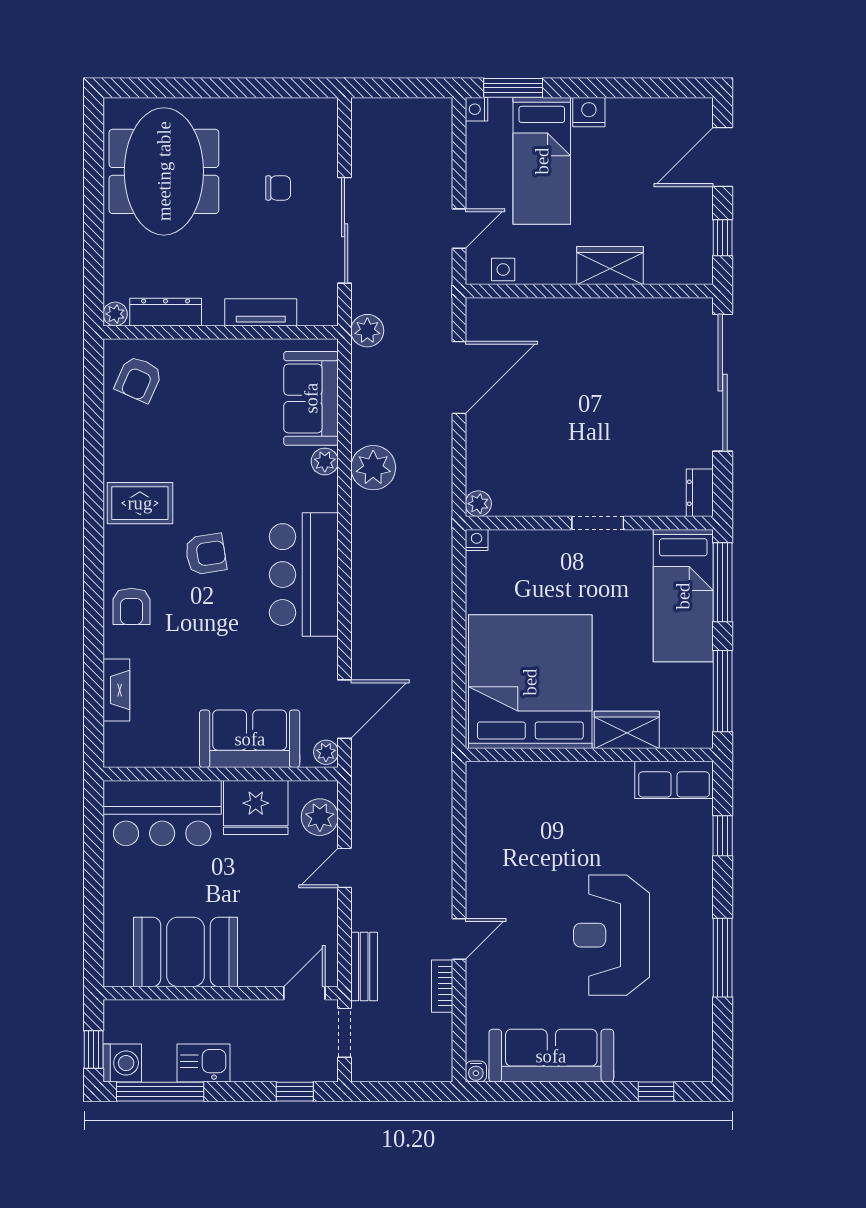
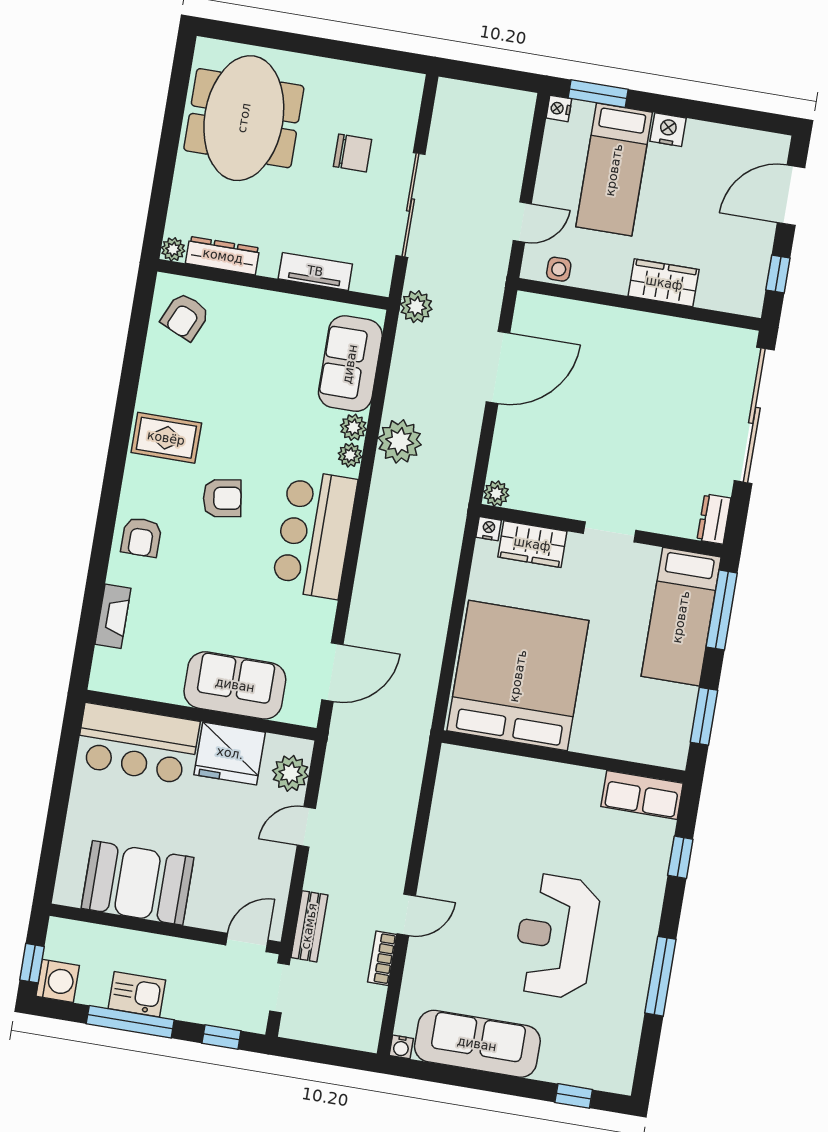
chair: (278, 188) -> (353, 153), width x1.37, depth x1.37
window: (723, 691) -> (704, 716), width x0.69
wardrobe: (627, 730) -> (532, 544), moved, turned 180
plant: (326, 752) -> (350, 455), moved
window: (160, 1092) -> (130, 1022), moved

